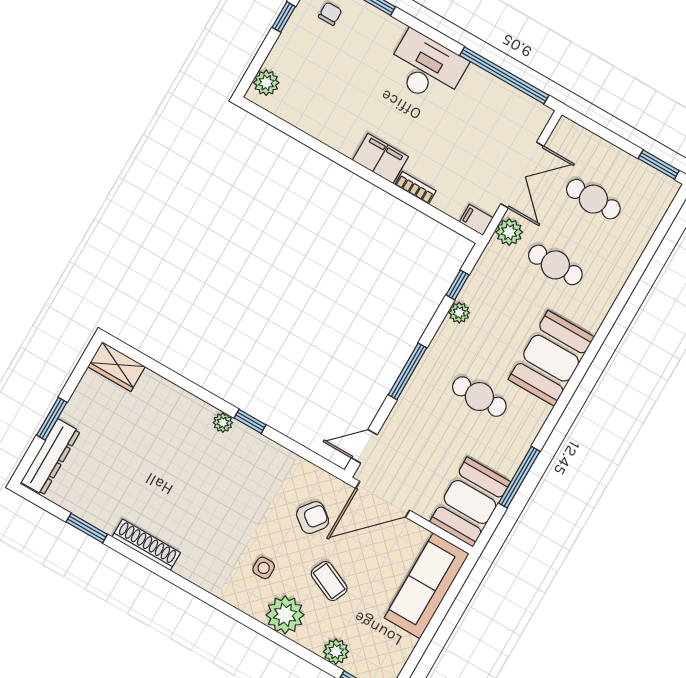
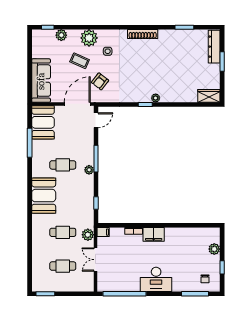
plant: (266, 83) -> (214, 249), moved
double door: (522, 175) -> (95, 260), width x0.73
plant: (459, 313) -> (89, 170), moved
shoe rack: (146, 545) -> (143, 34), moved

